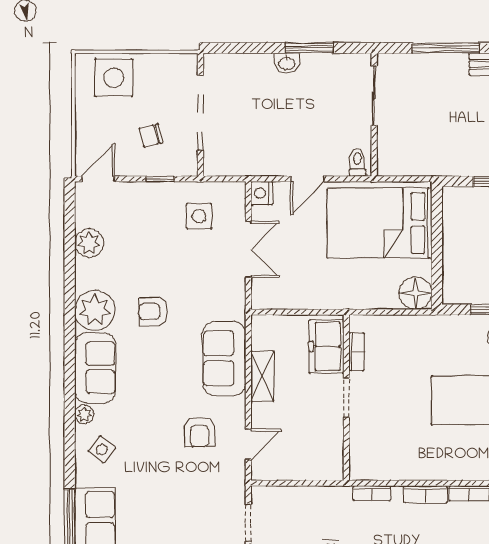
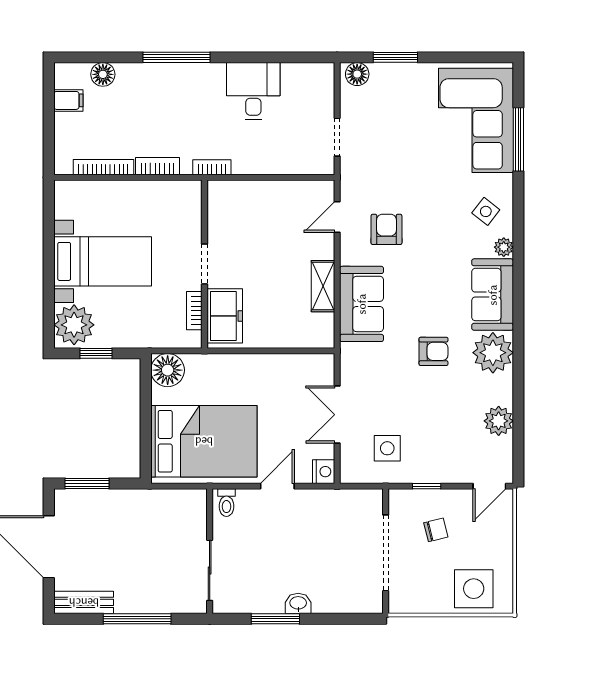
freezer: (326, 346) -> (225, 316), moved
bookcase: (356, 352) -> (194, 311), moved
doorway: (346, 398) -> (204, 264), moved
wall: (346, 398) -> (204, 264), moved

